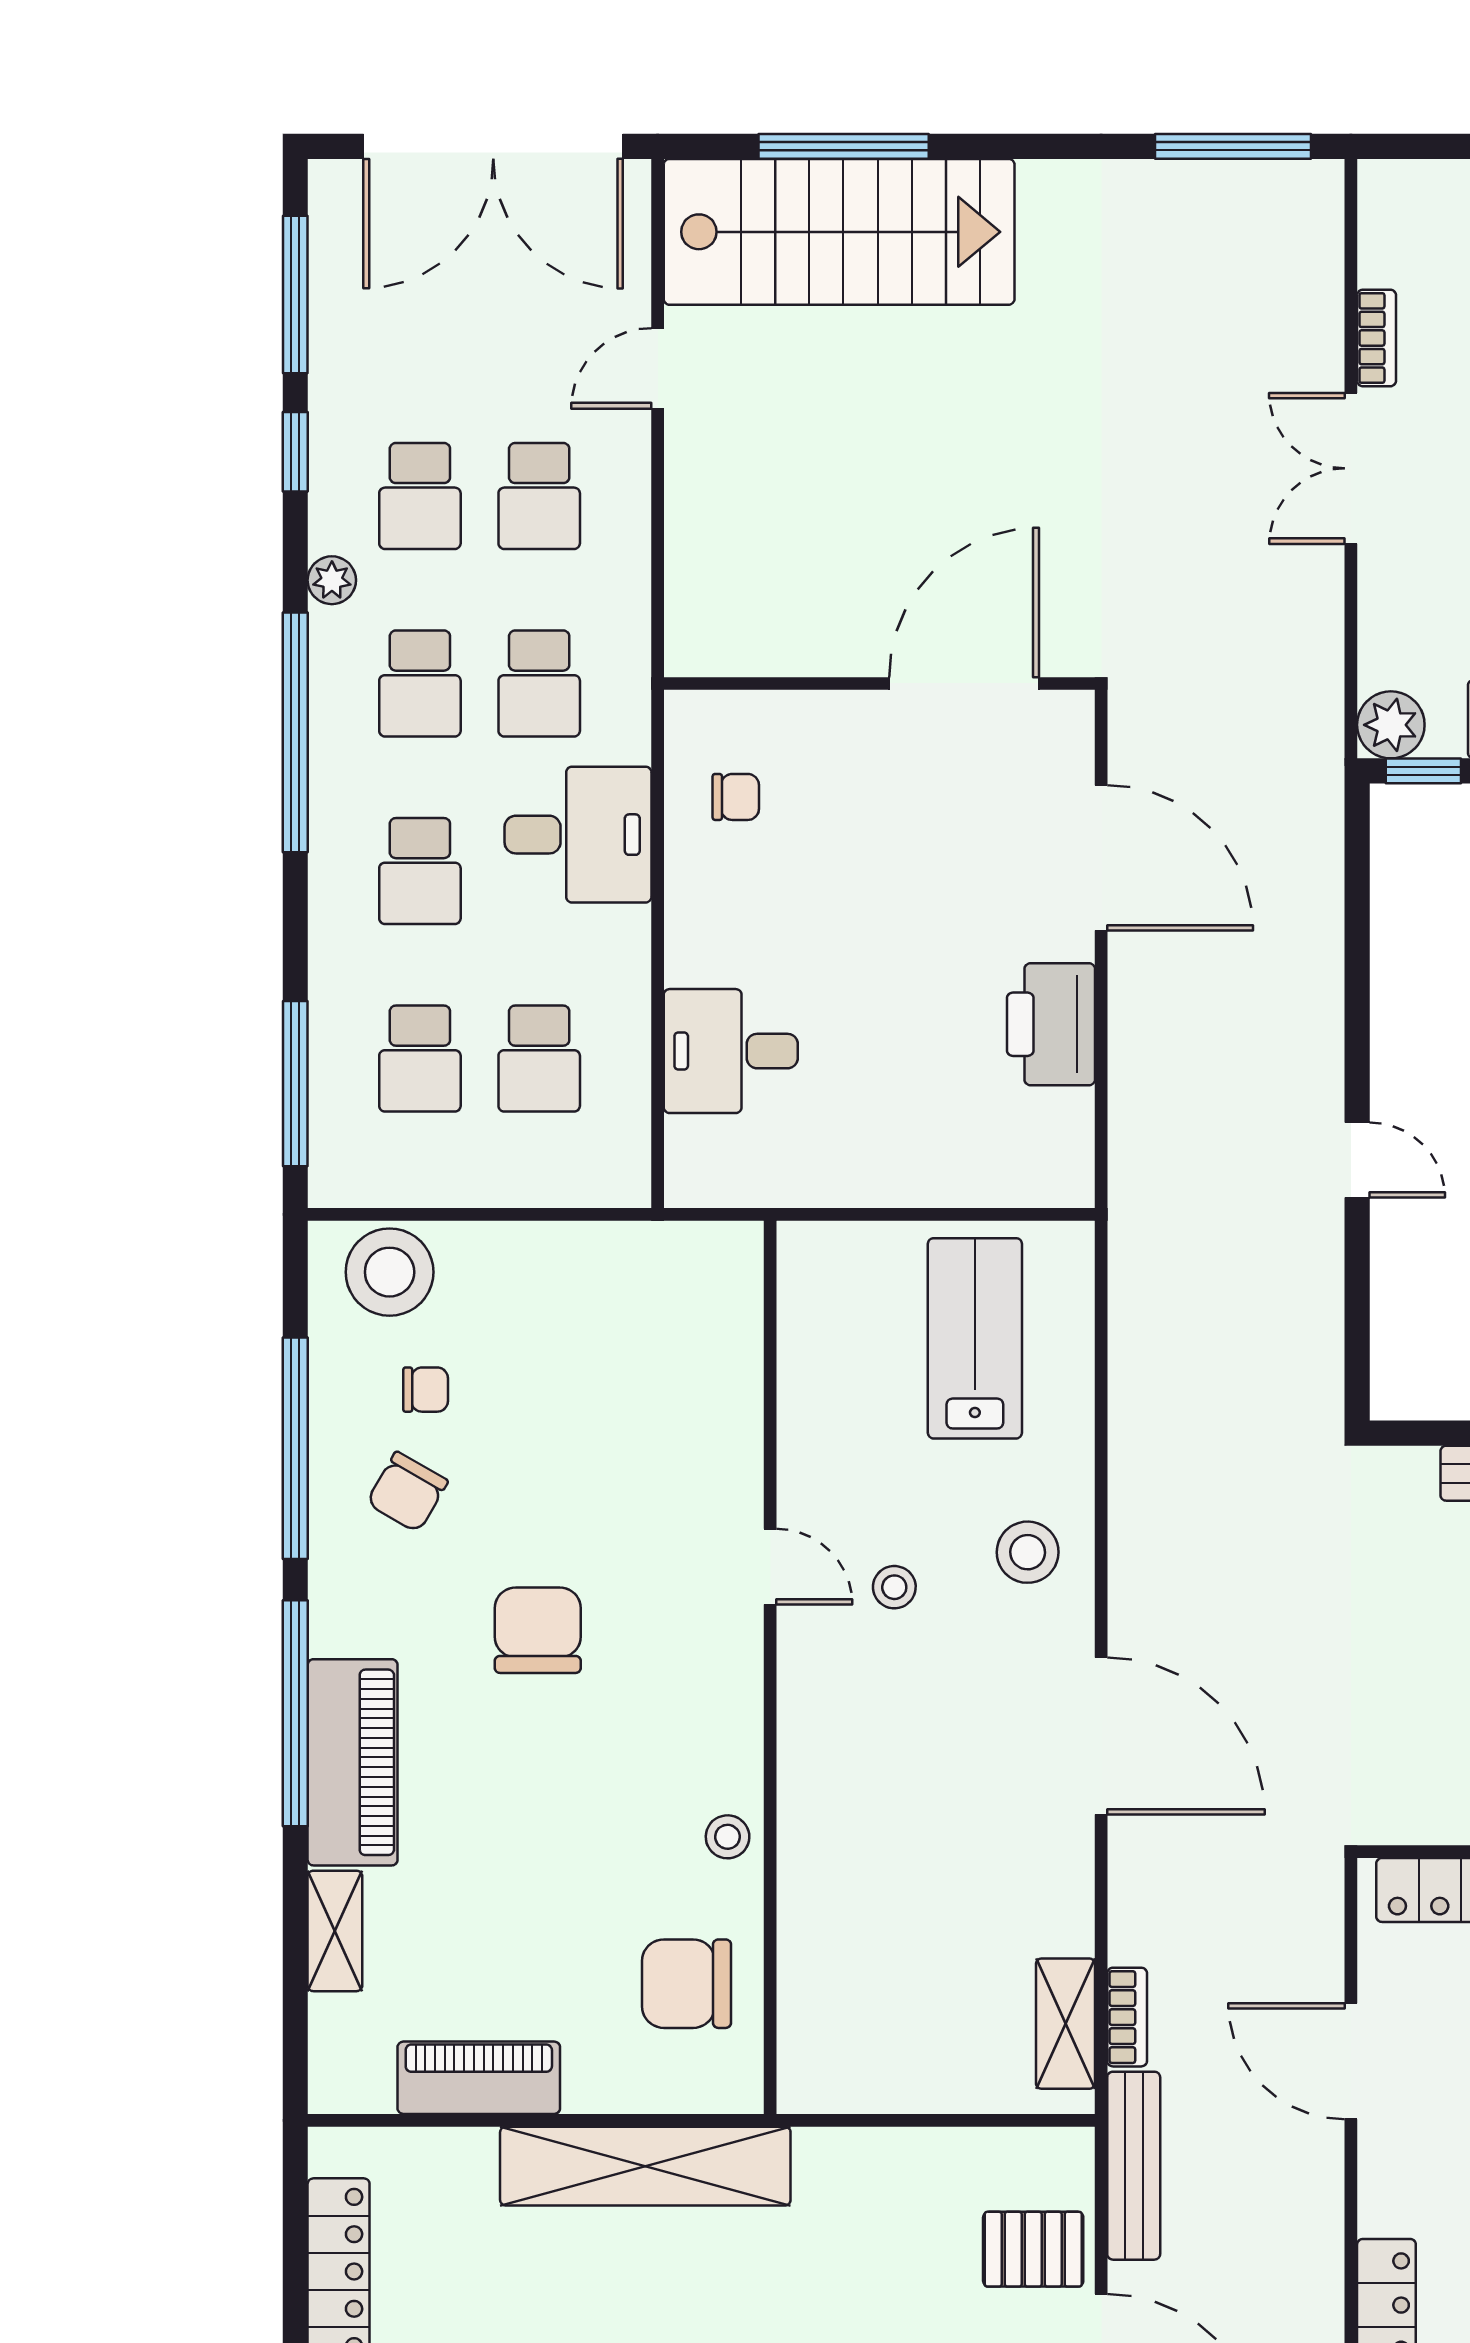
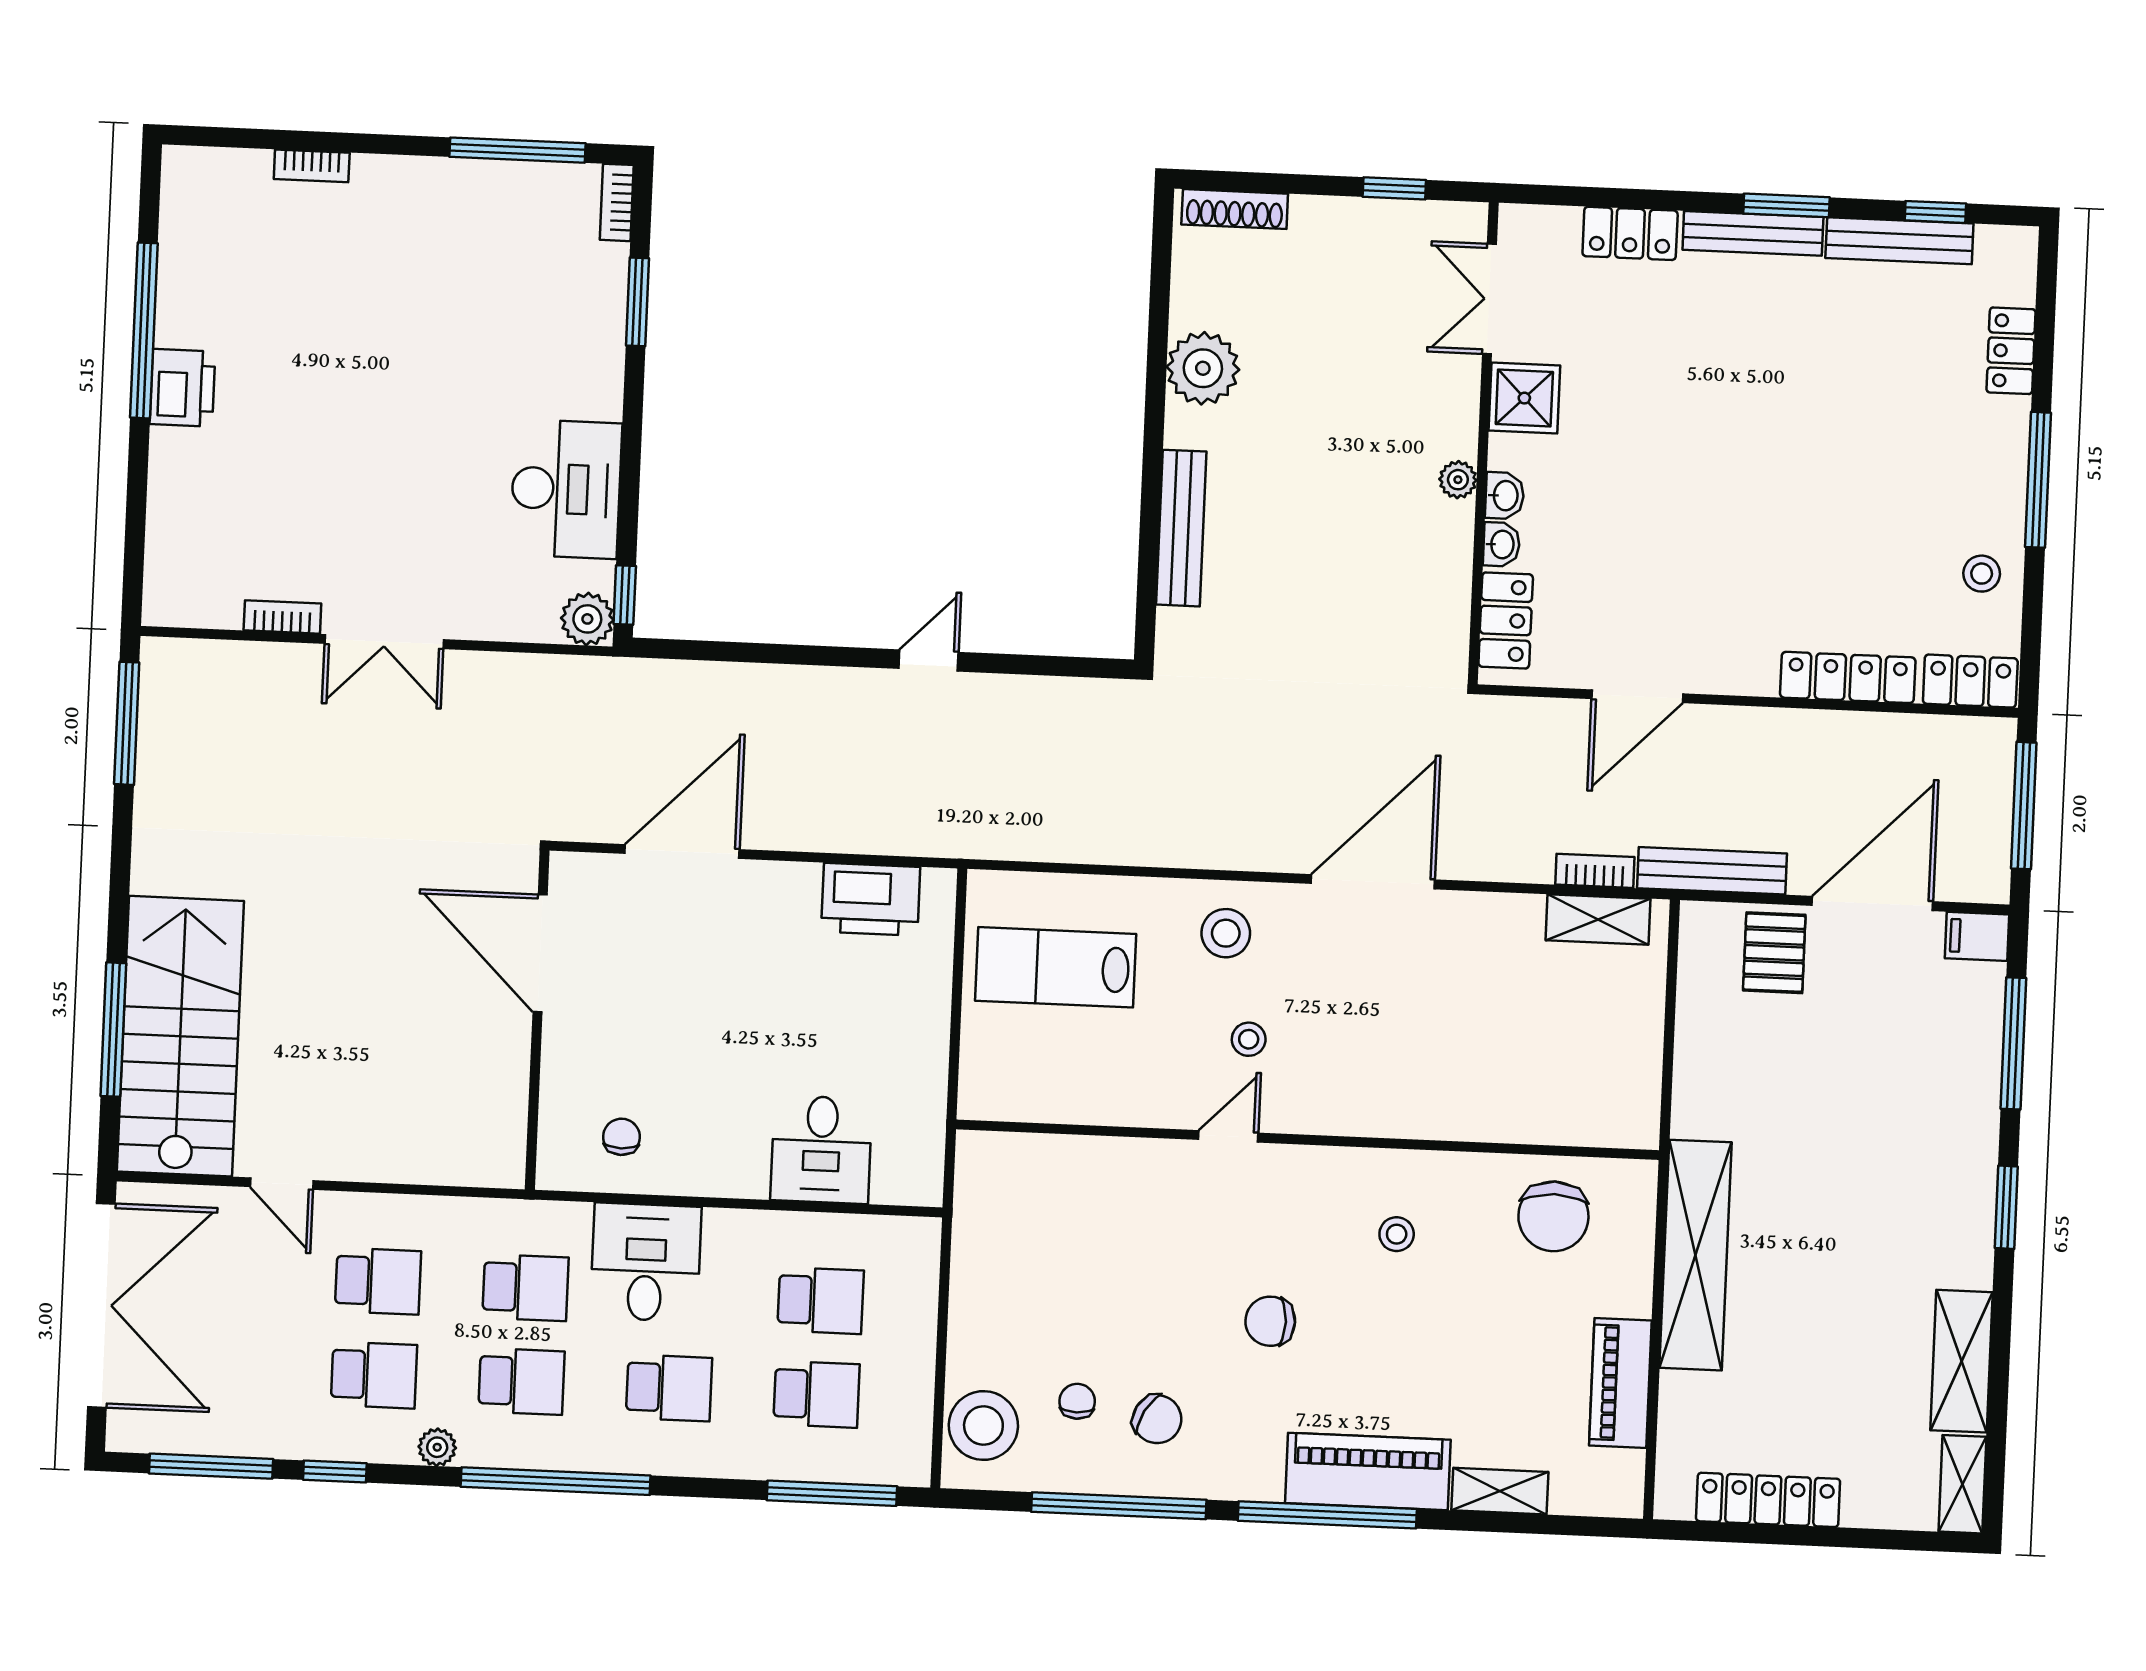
printer: (1051, 1024) -> (871, 899), moved
chair: (538, 1630) -> (1270, 1321), width x0.73, depth x0.73
stool: (728, 1837) -> (1397, 1234), moved

